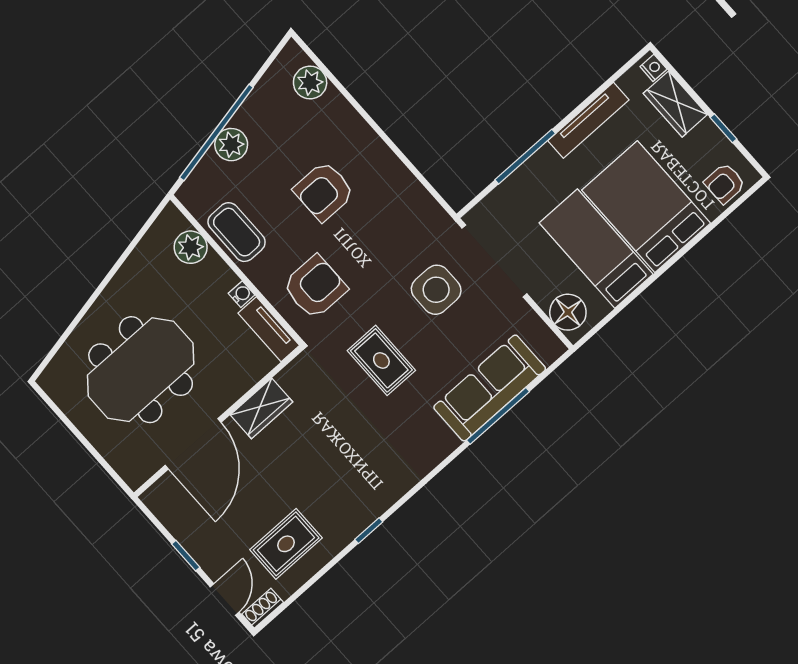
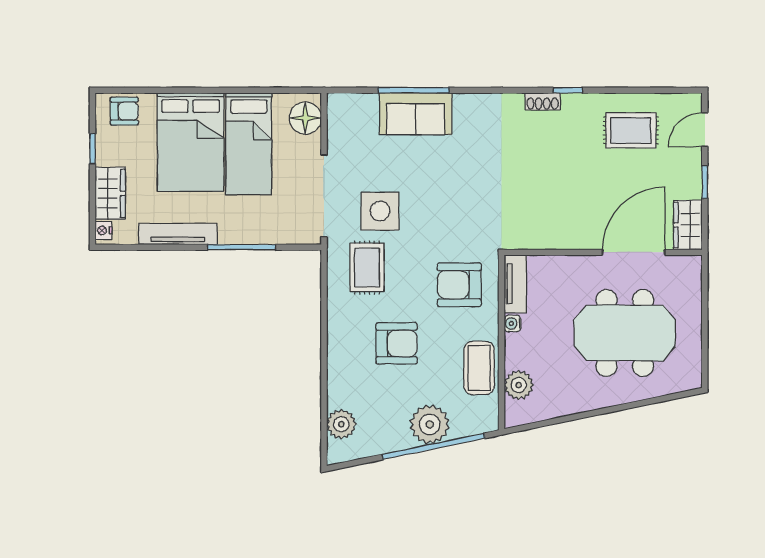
plant: (231, 145) -> (430, 424), width x1.36, depth x1.36
rug: (381, 360) -> (367, 267), moved
sofa: (490, 388) -> (416, 114), width x0.73
wardrobe: (262, 408) -> (688, 225), moved, turned -90
shoe rack: (263, 608) -> (543, 101), moved

